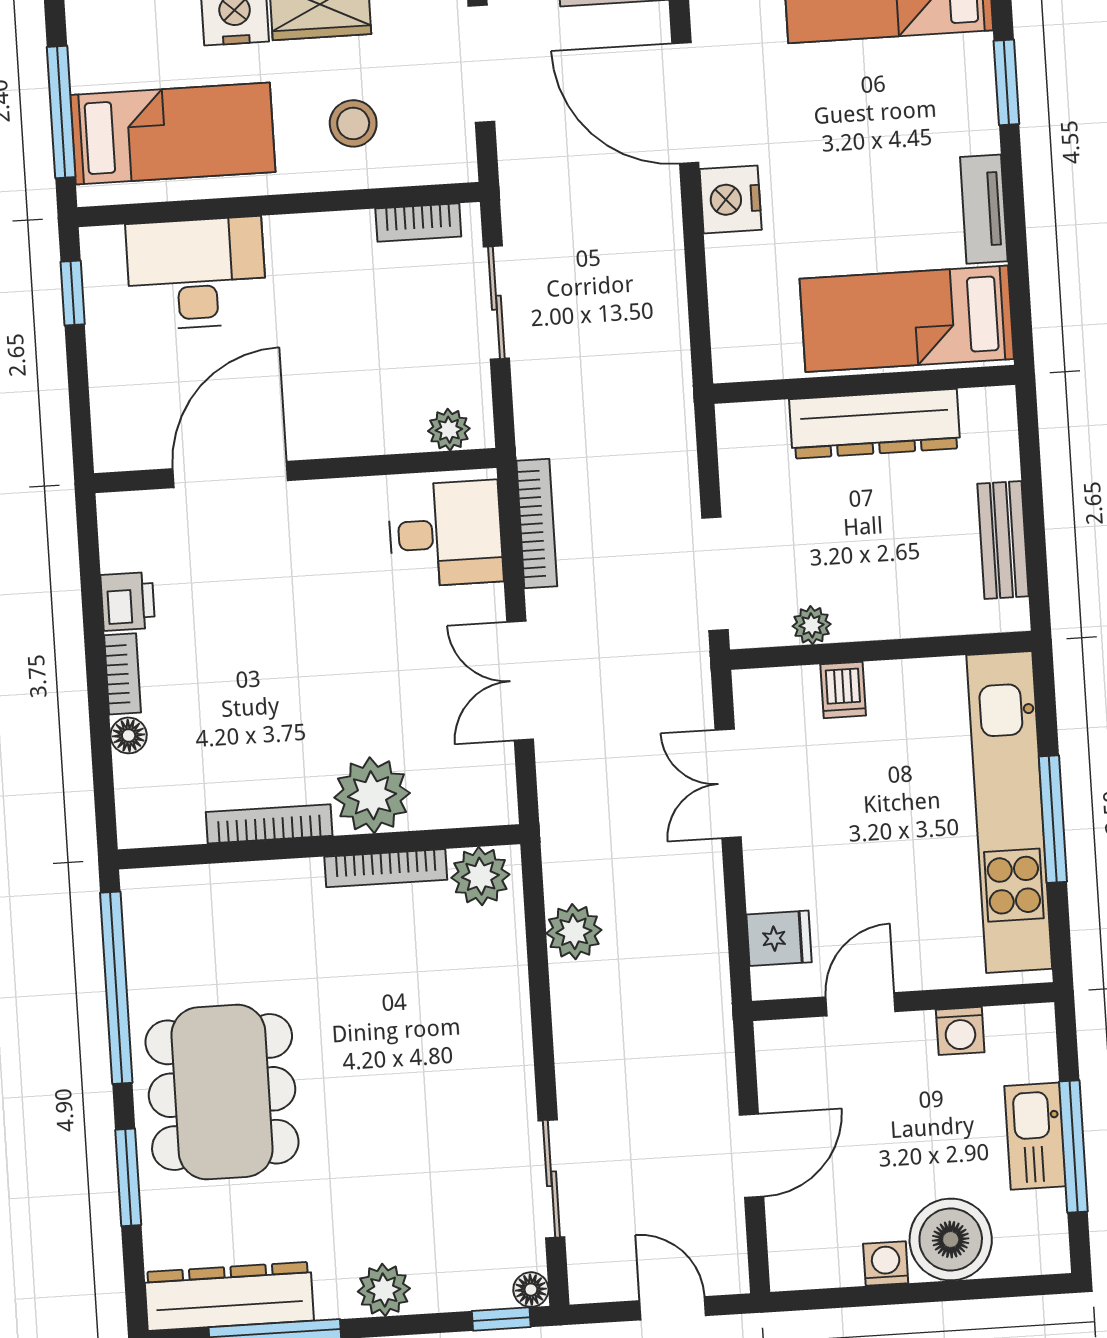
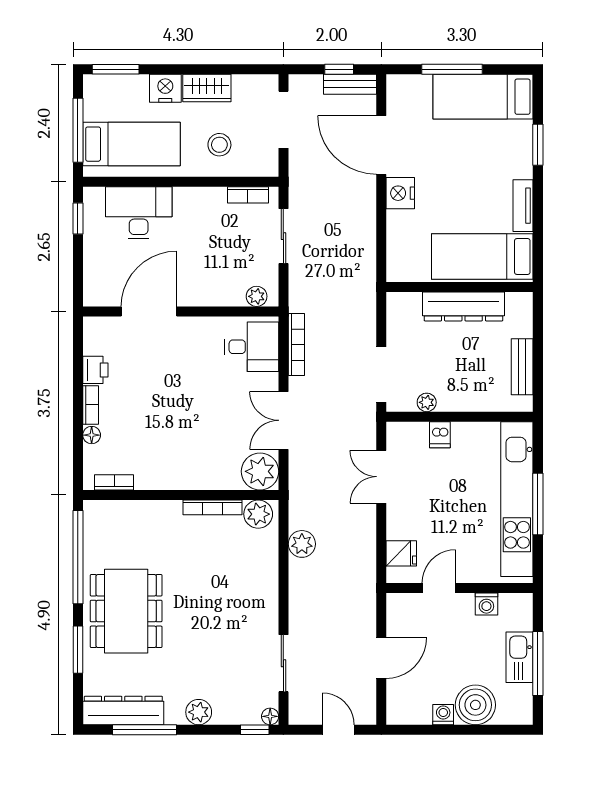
plant: (372, 795) -> (260, 471), moved
bookcase: (269, 824) -> (114, 482), moved, width x0.64

